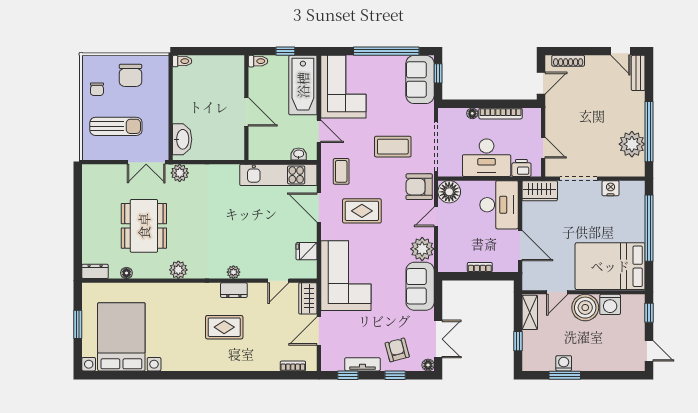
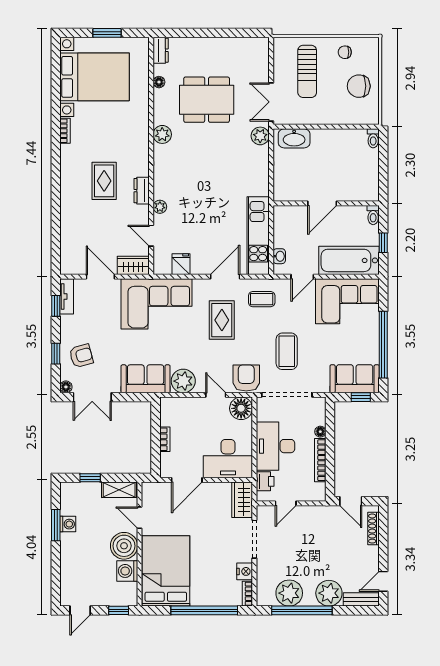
plant: (632, 105) -> (329, 593), added
bookcase: (633, 185) -> (247, 594), added
plant: (233, 272) -> (160, 207), moved
tv unit: (363, 364) -> (67, 296), moved
bookcase: (293, 366) -> (65, 131), moved

